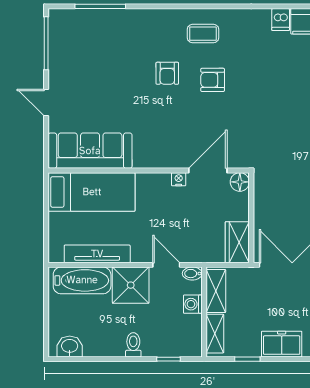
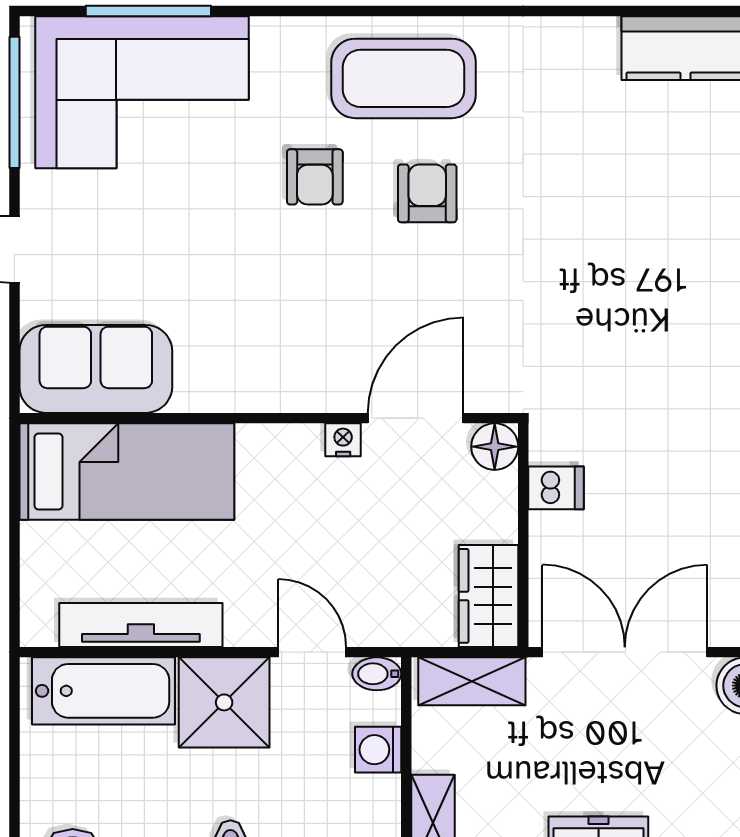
dishwasher: (281, 20) -> (556, 488), moved, turned -90
coffee table: (203, 34) -> (404, 78), width x1.86, depth x1.72
corner sofa: (98, 39) -> (142, 92), added
armchair: (213, 80) -> (427, 193), turned 90
sofa: (90, 151) -> (96, 369), width x0.73
shelving: (216, 291) -> (472, 681), moved, turned 90

